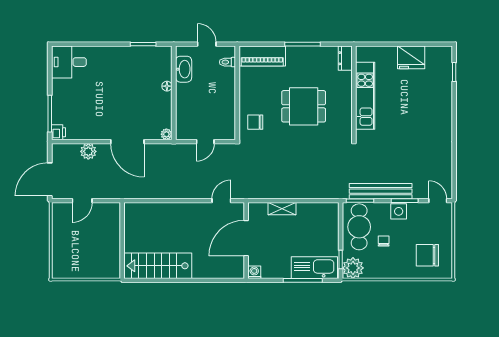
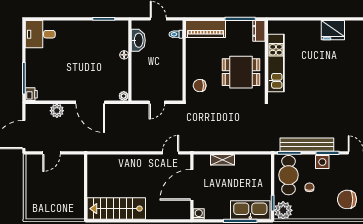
dresser: (345, 58) -> (259, 31), moved
wall: (354, 93) -> (266, 61), moved
kitchen unit: (365, 96) -> (276, 63), moved

